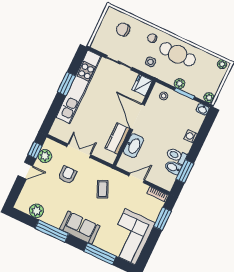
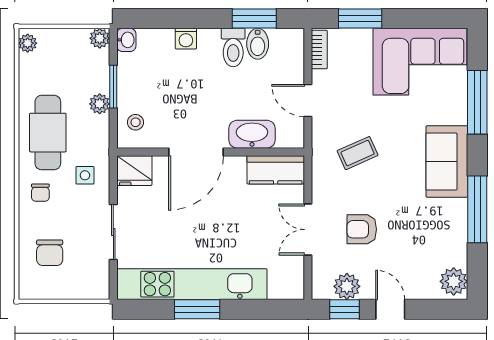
kitchen counter: (117, 138) -> (276, 170), moved
plant: (36, 211) -> (454, 281), moved

